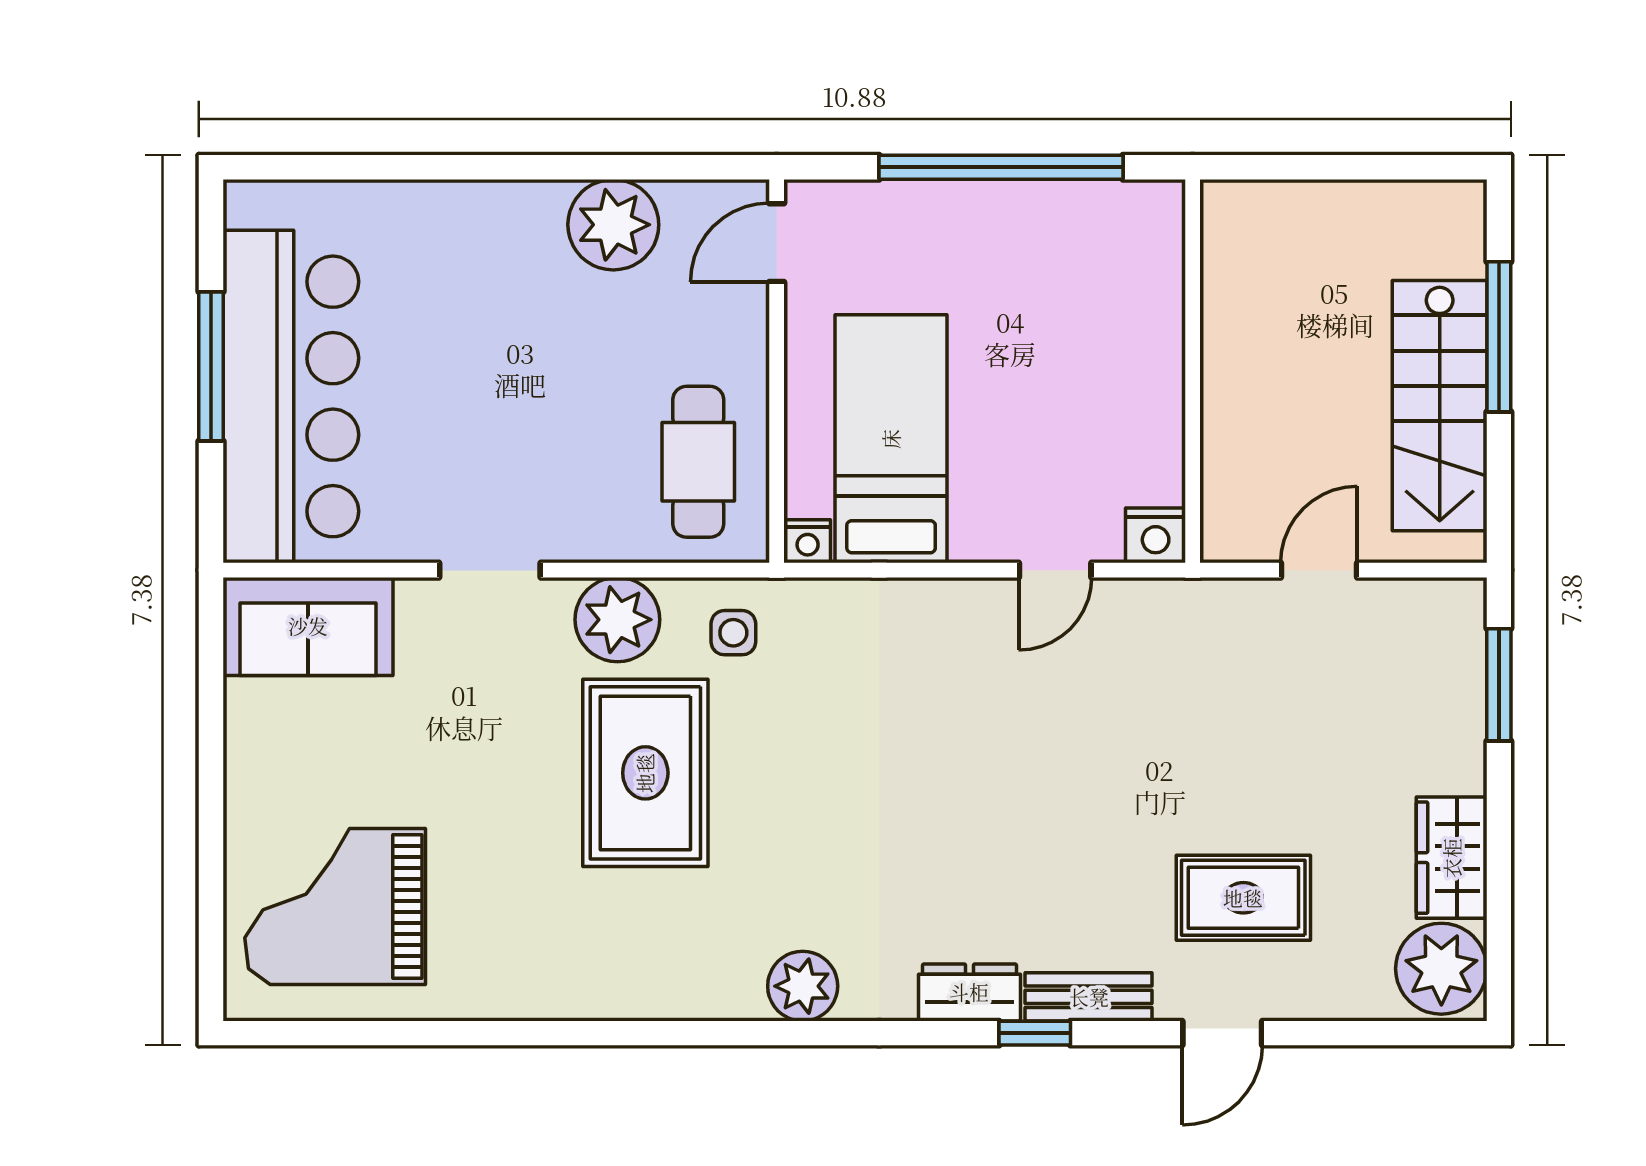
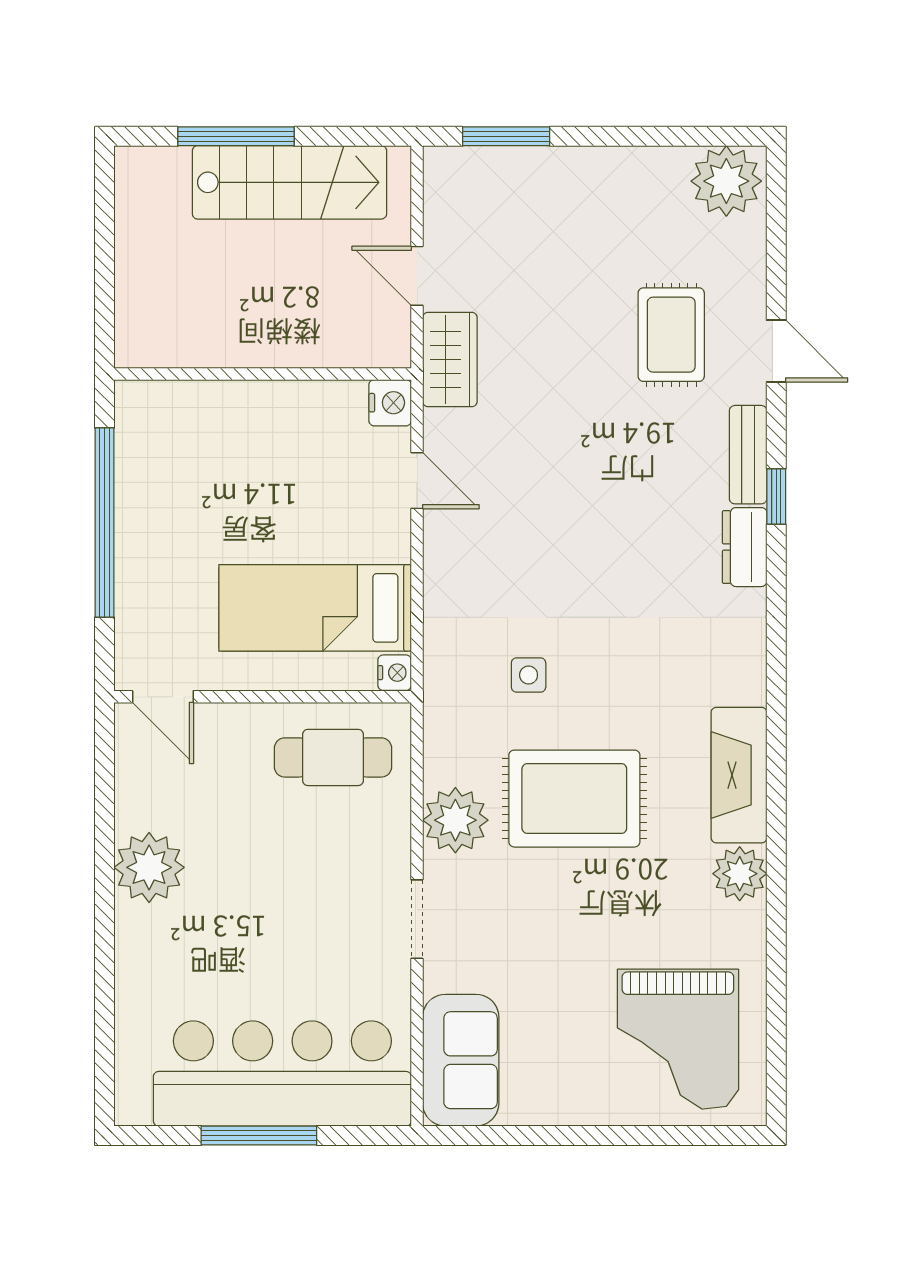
plant: (613, 225) -> (149, 867), moved
side table: (733, 633) -> (529, 675), moved
wardrobe: (1452, 858) -> (450, 360), moved, turned -90
fireplace: (676, 985) -> (739, 775), added
plant: (803, 986) -> (740, 874), moved

